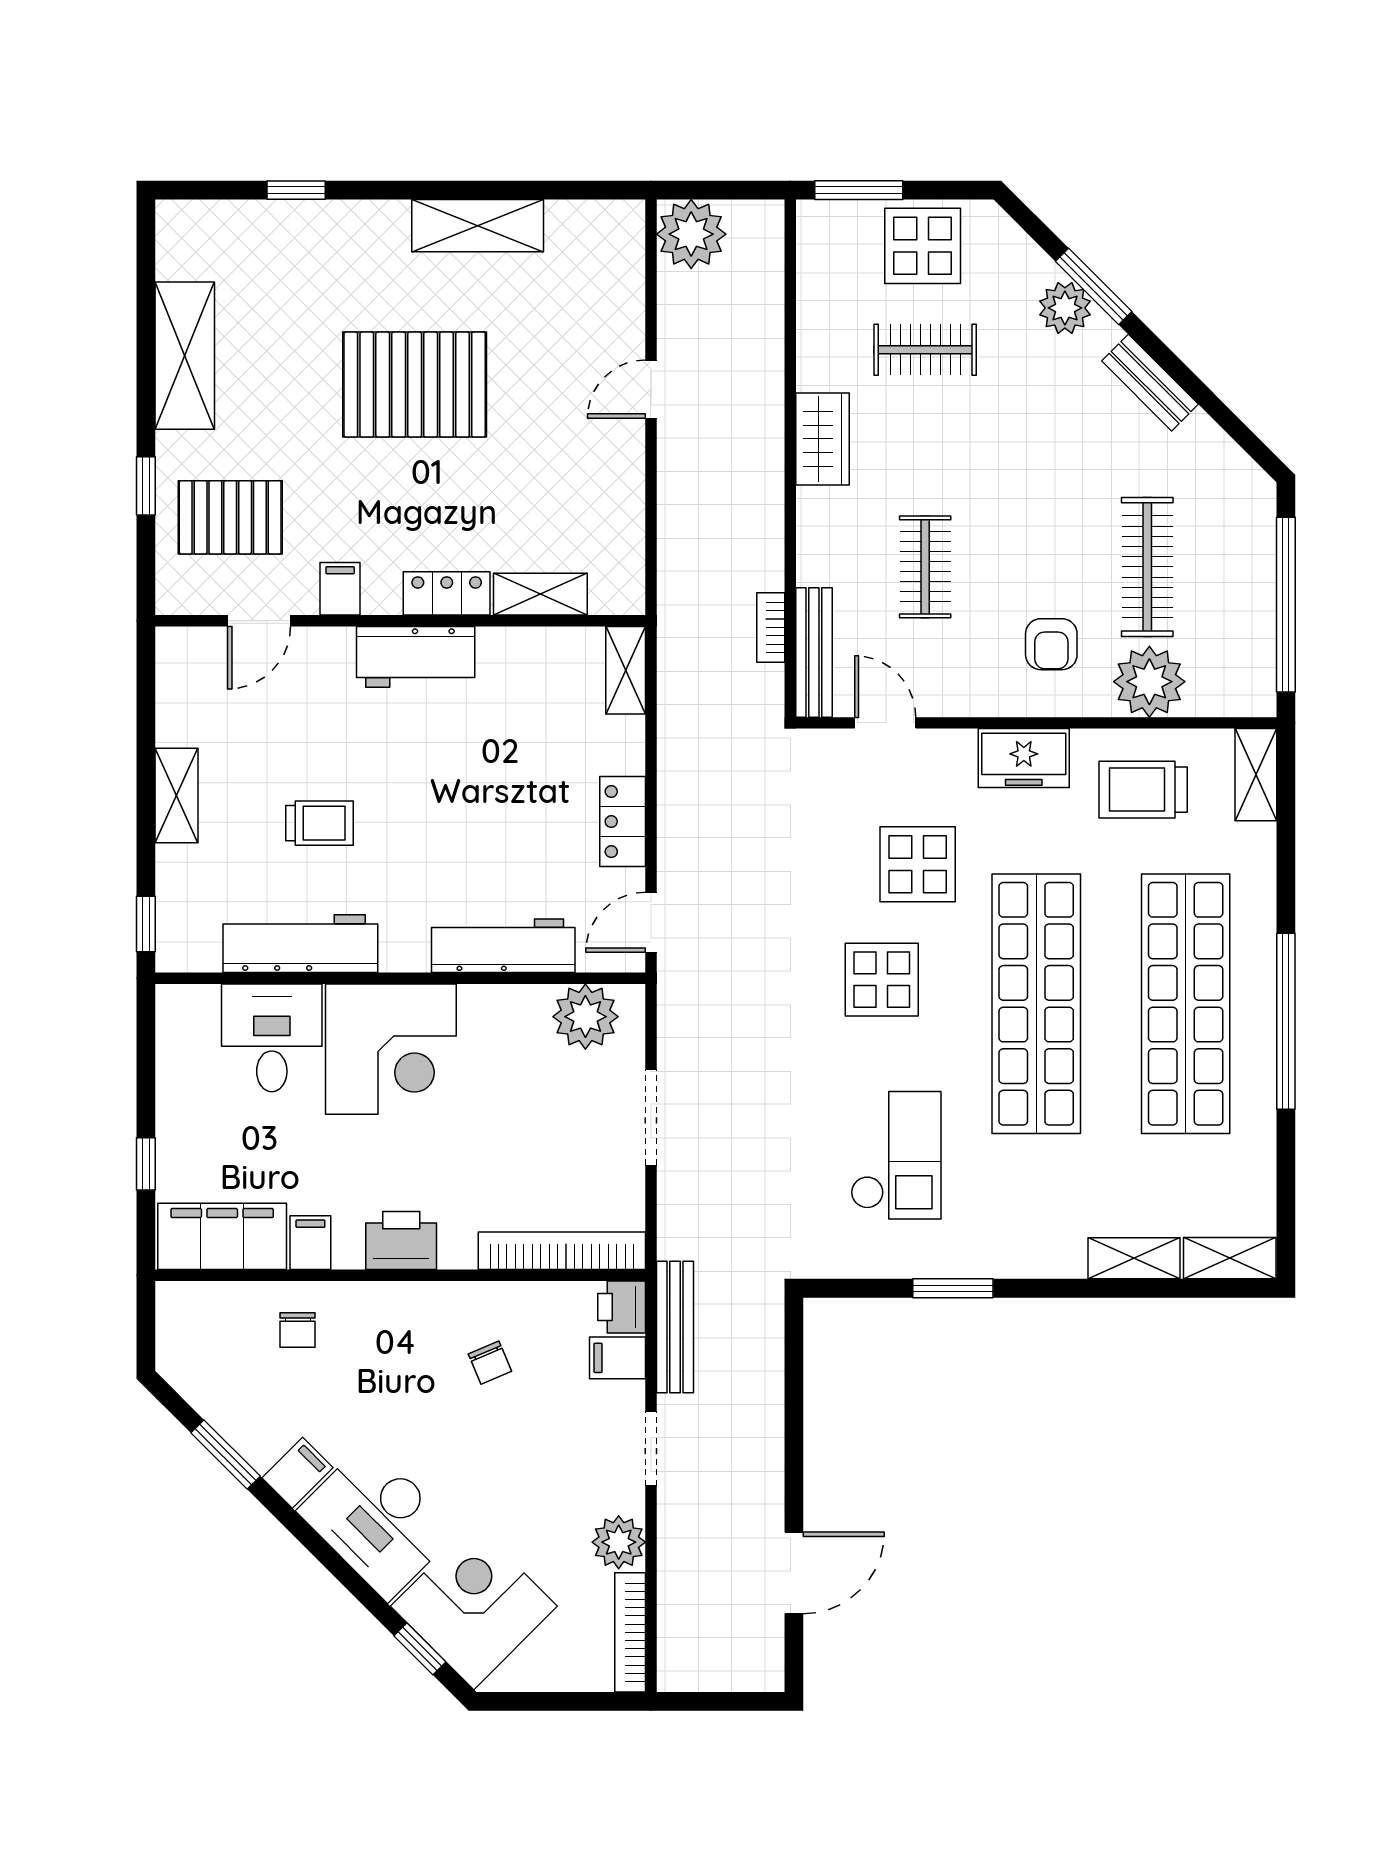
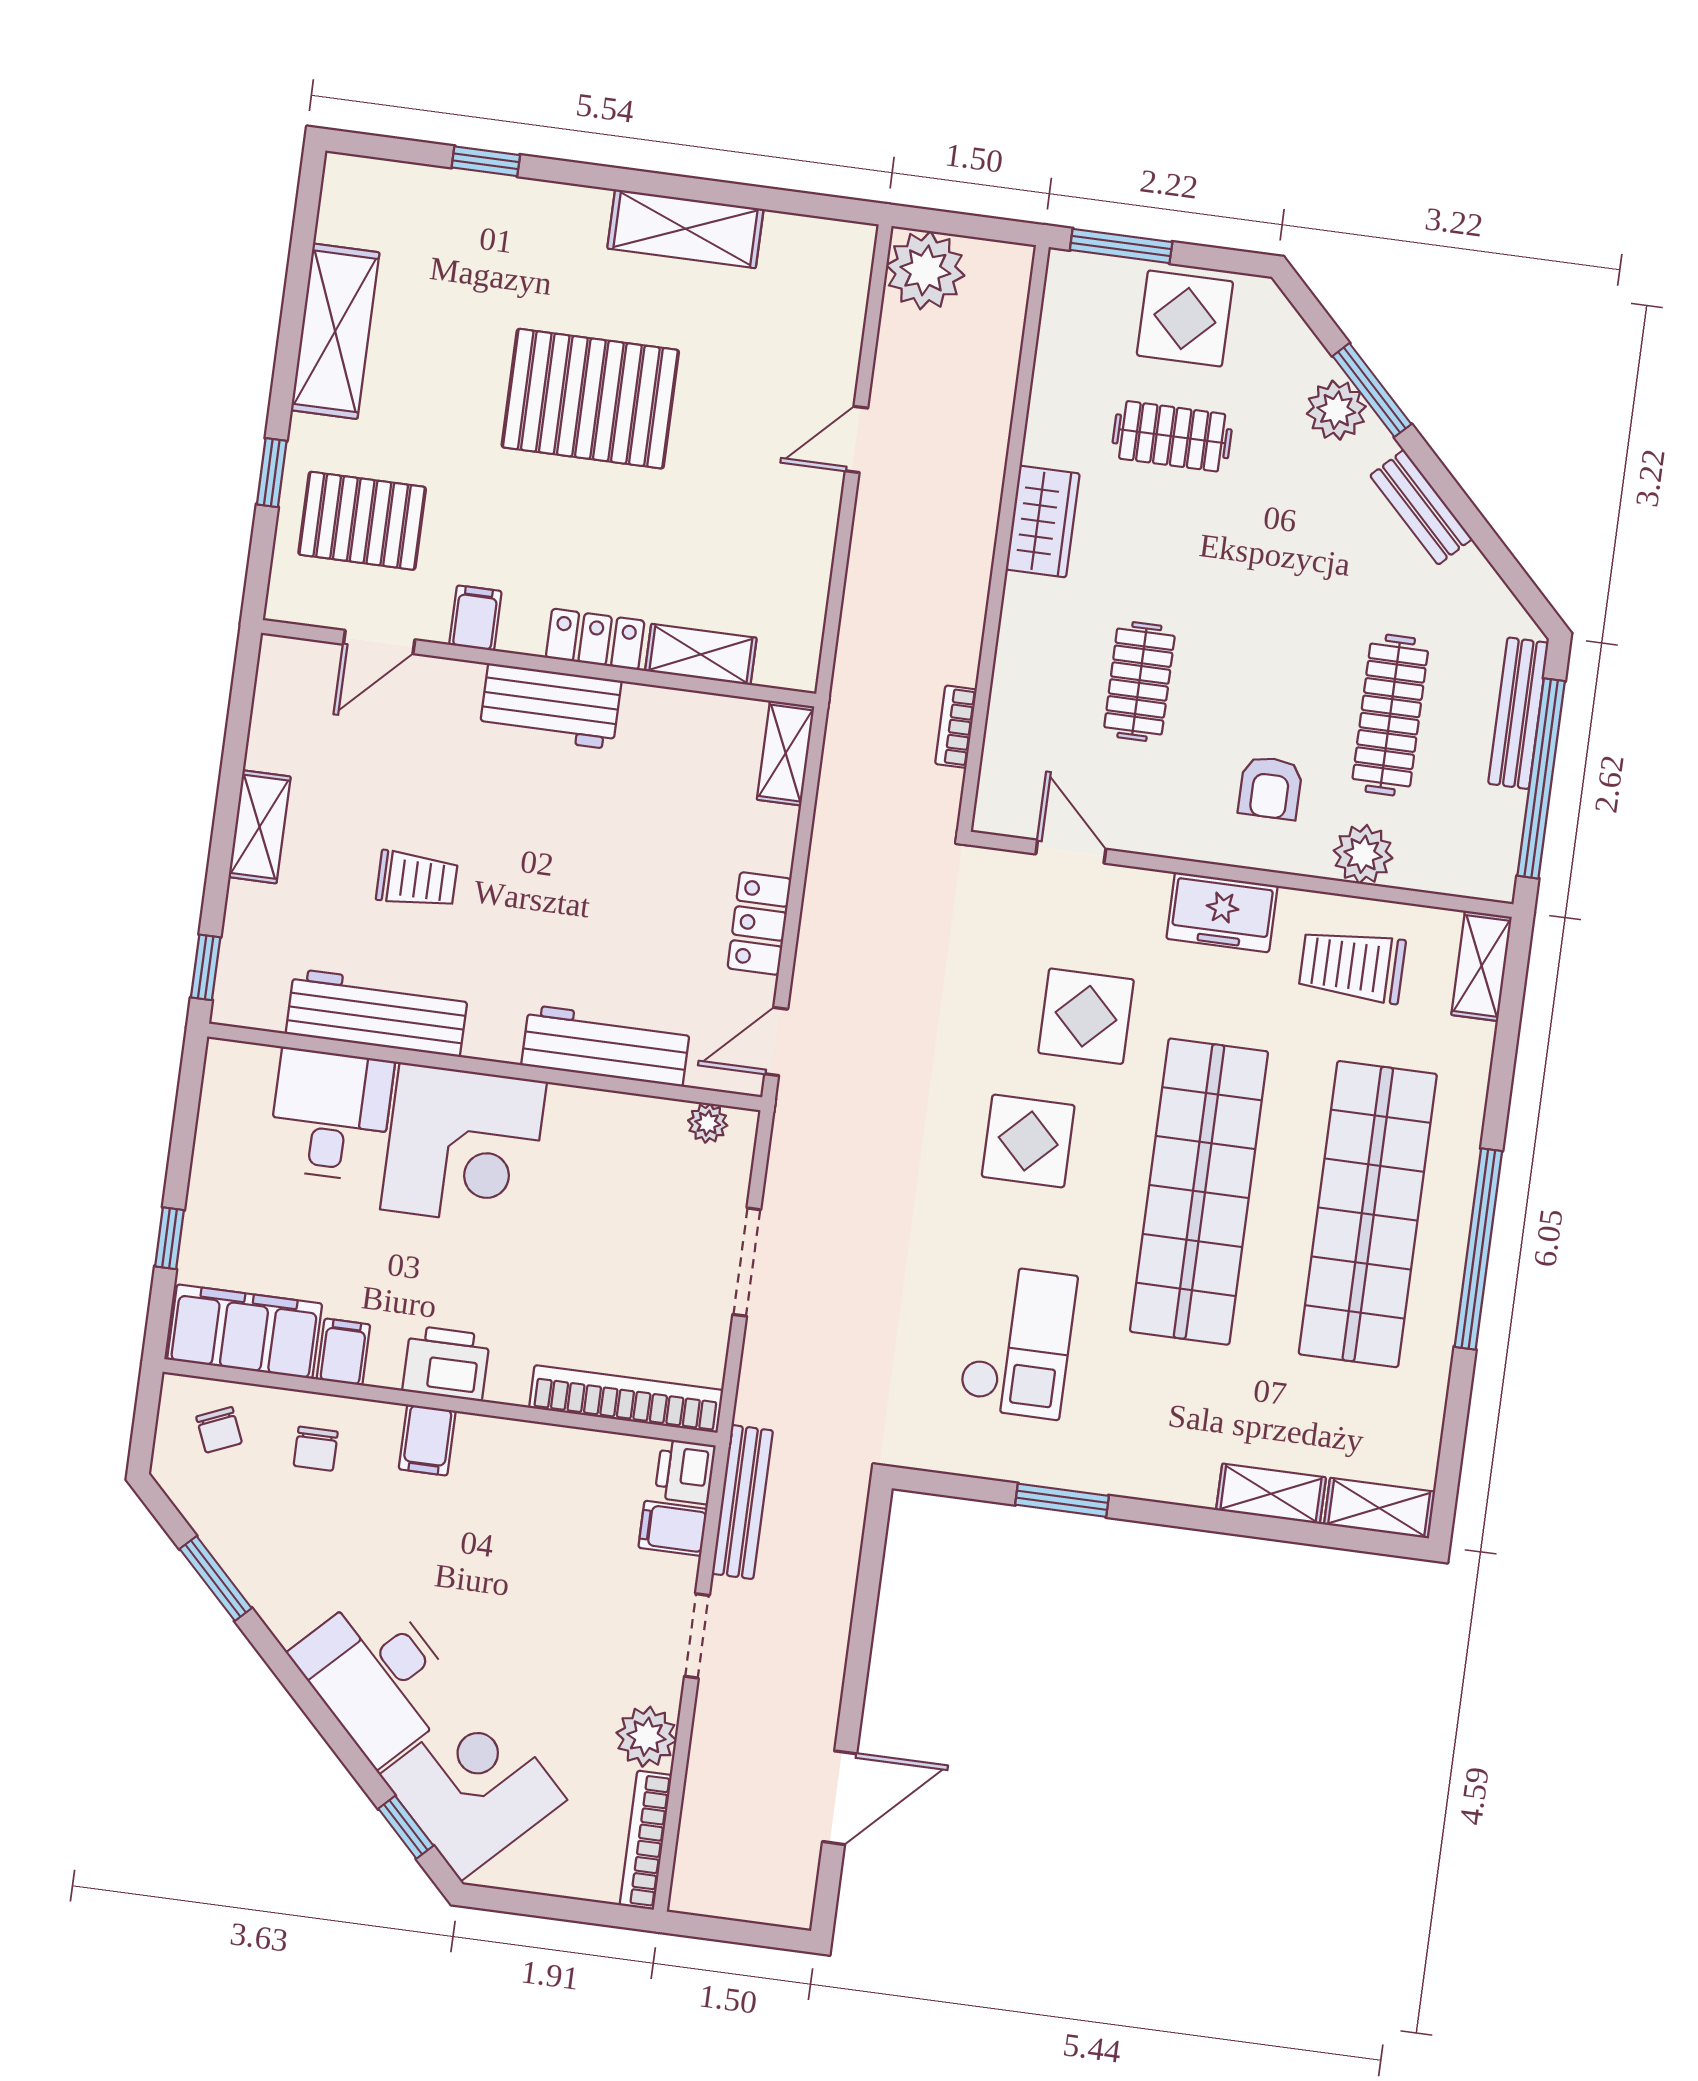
bench: (814, 653) -> (1518, 713), moved
plant: (1149, 682) -> (1363, 854), width x0.73, depth x0.73
plant: (585, 1017) -> (708, 1123), width x0.53, depth x0.53
chair: (490, 1363) -> (219, 1430), moved
filing cabinet: (297, 1473) -> (427, 1440), moved, turned 135

